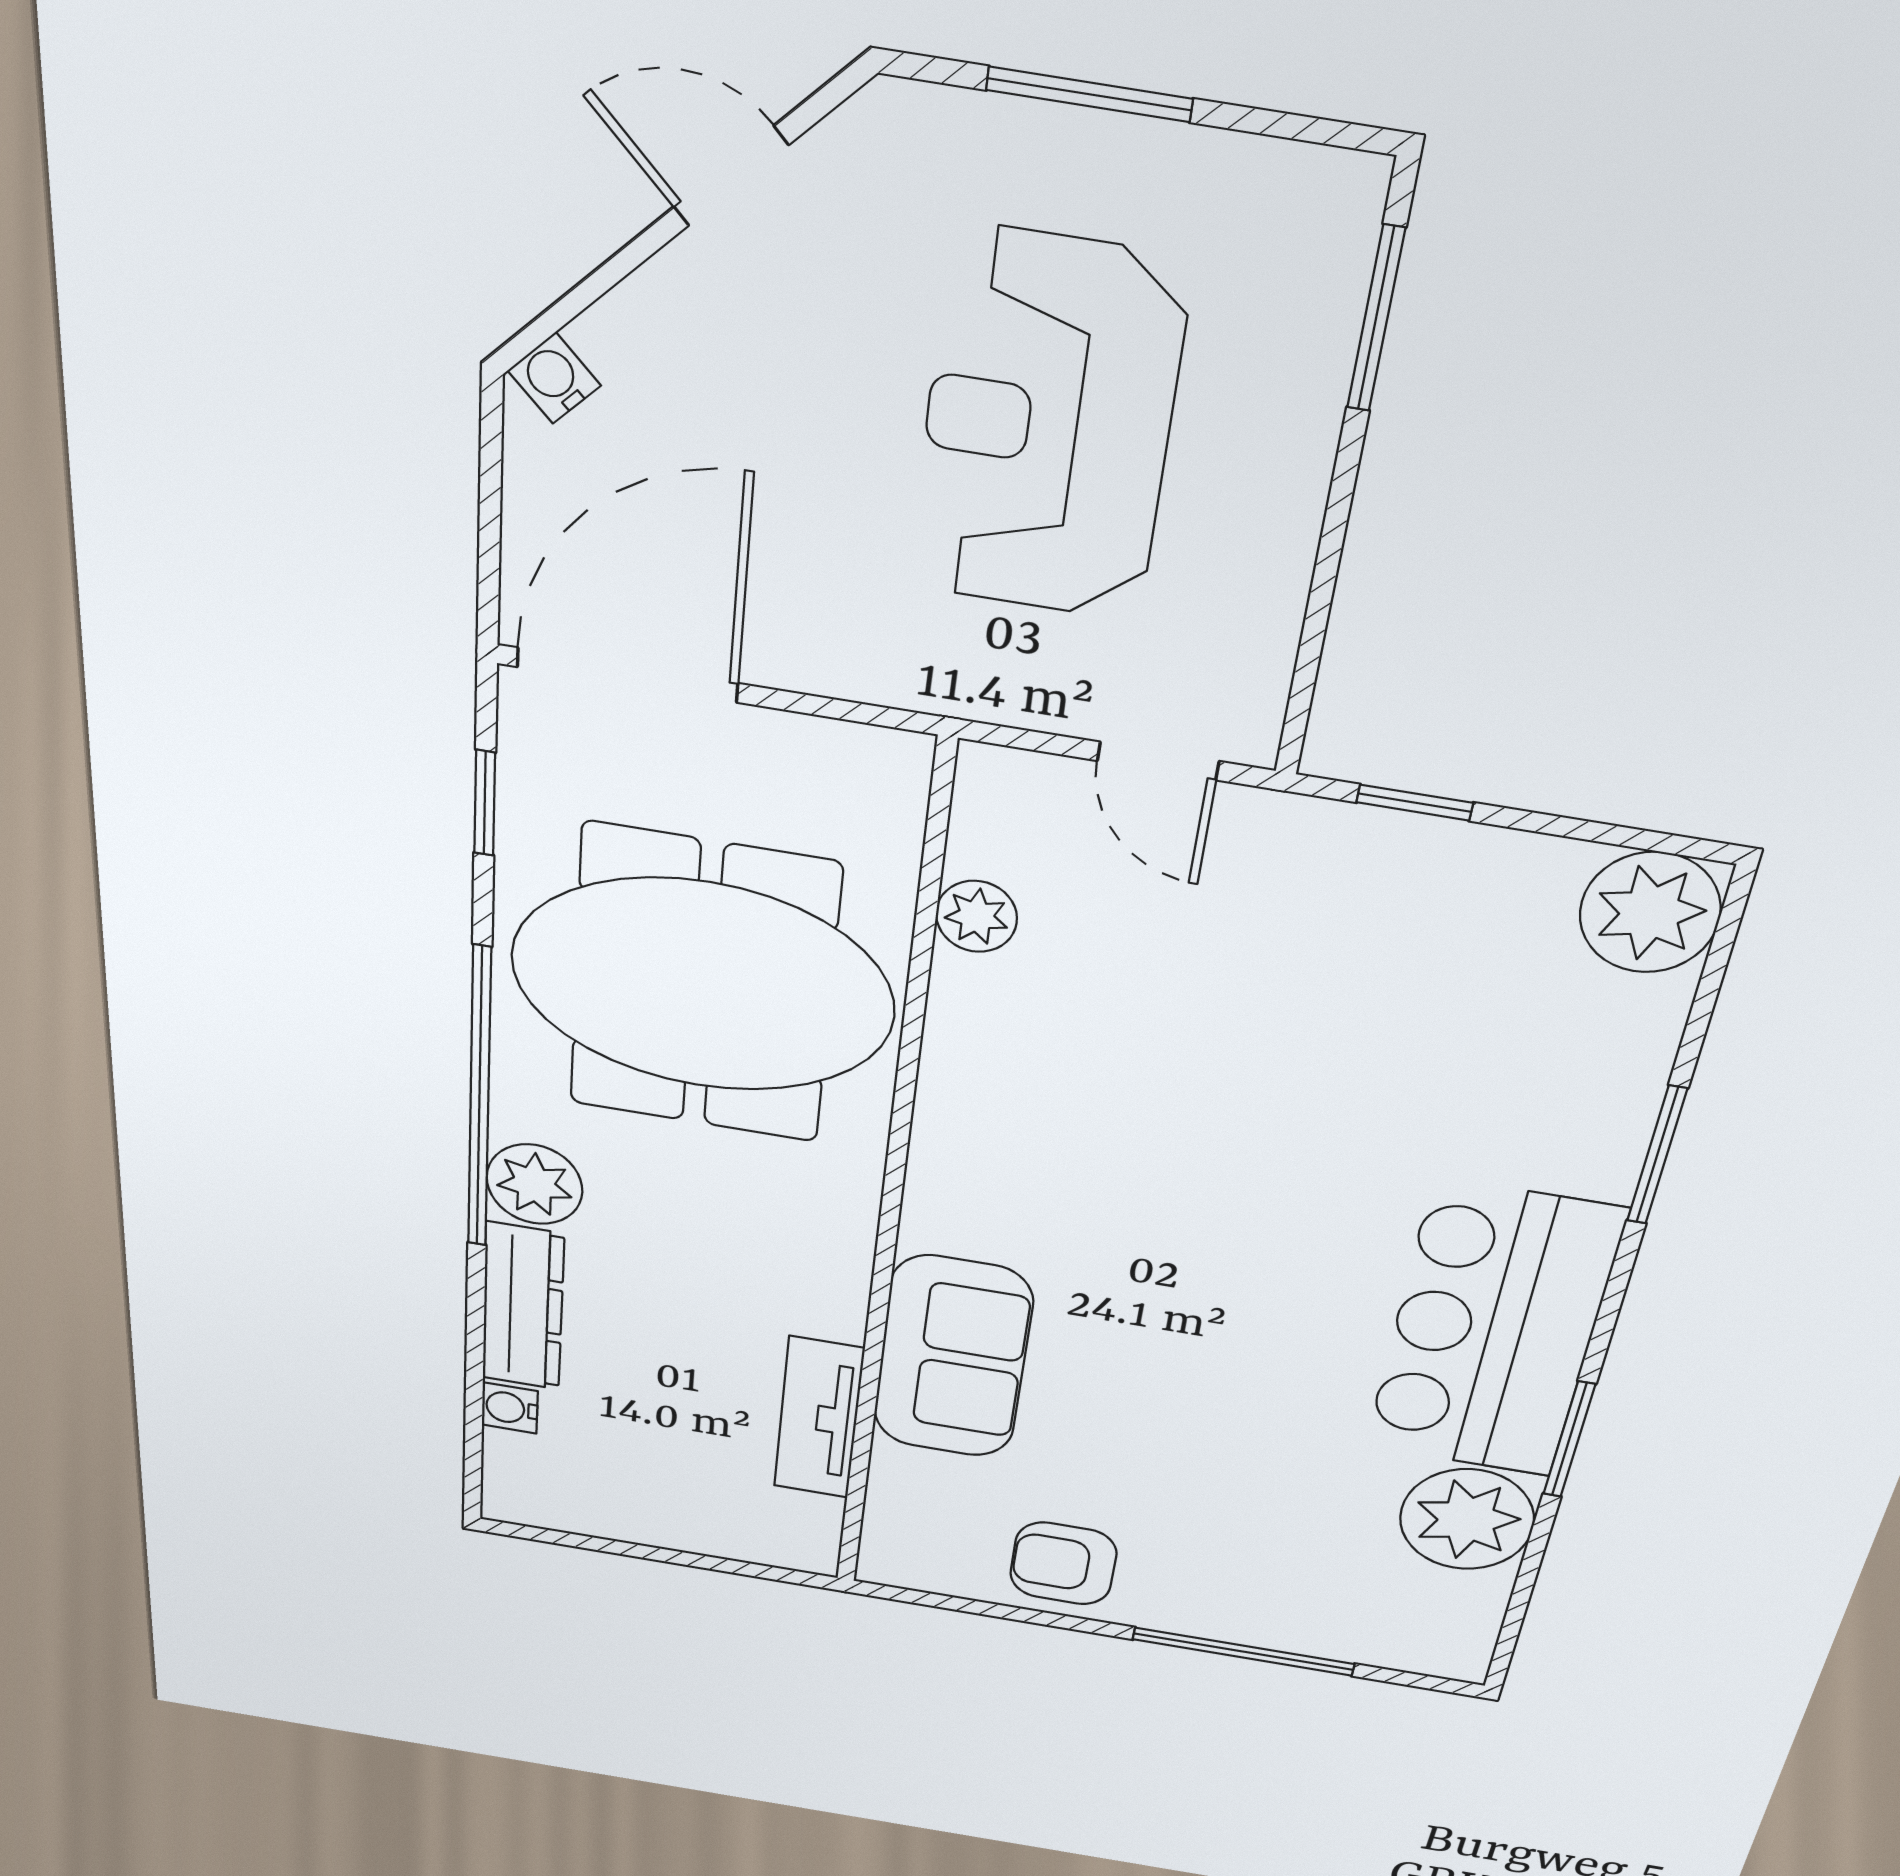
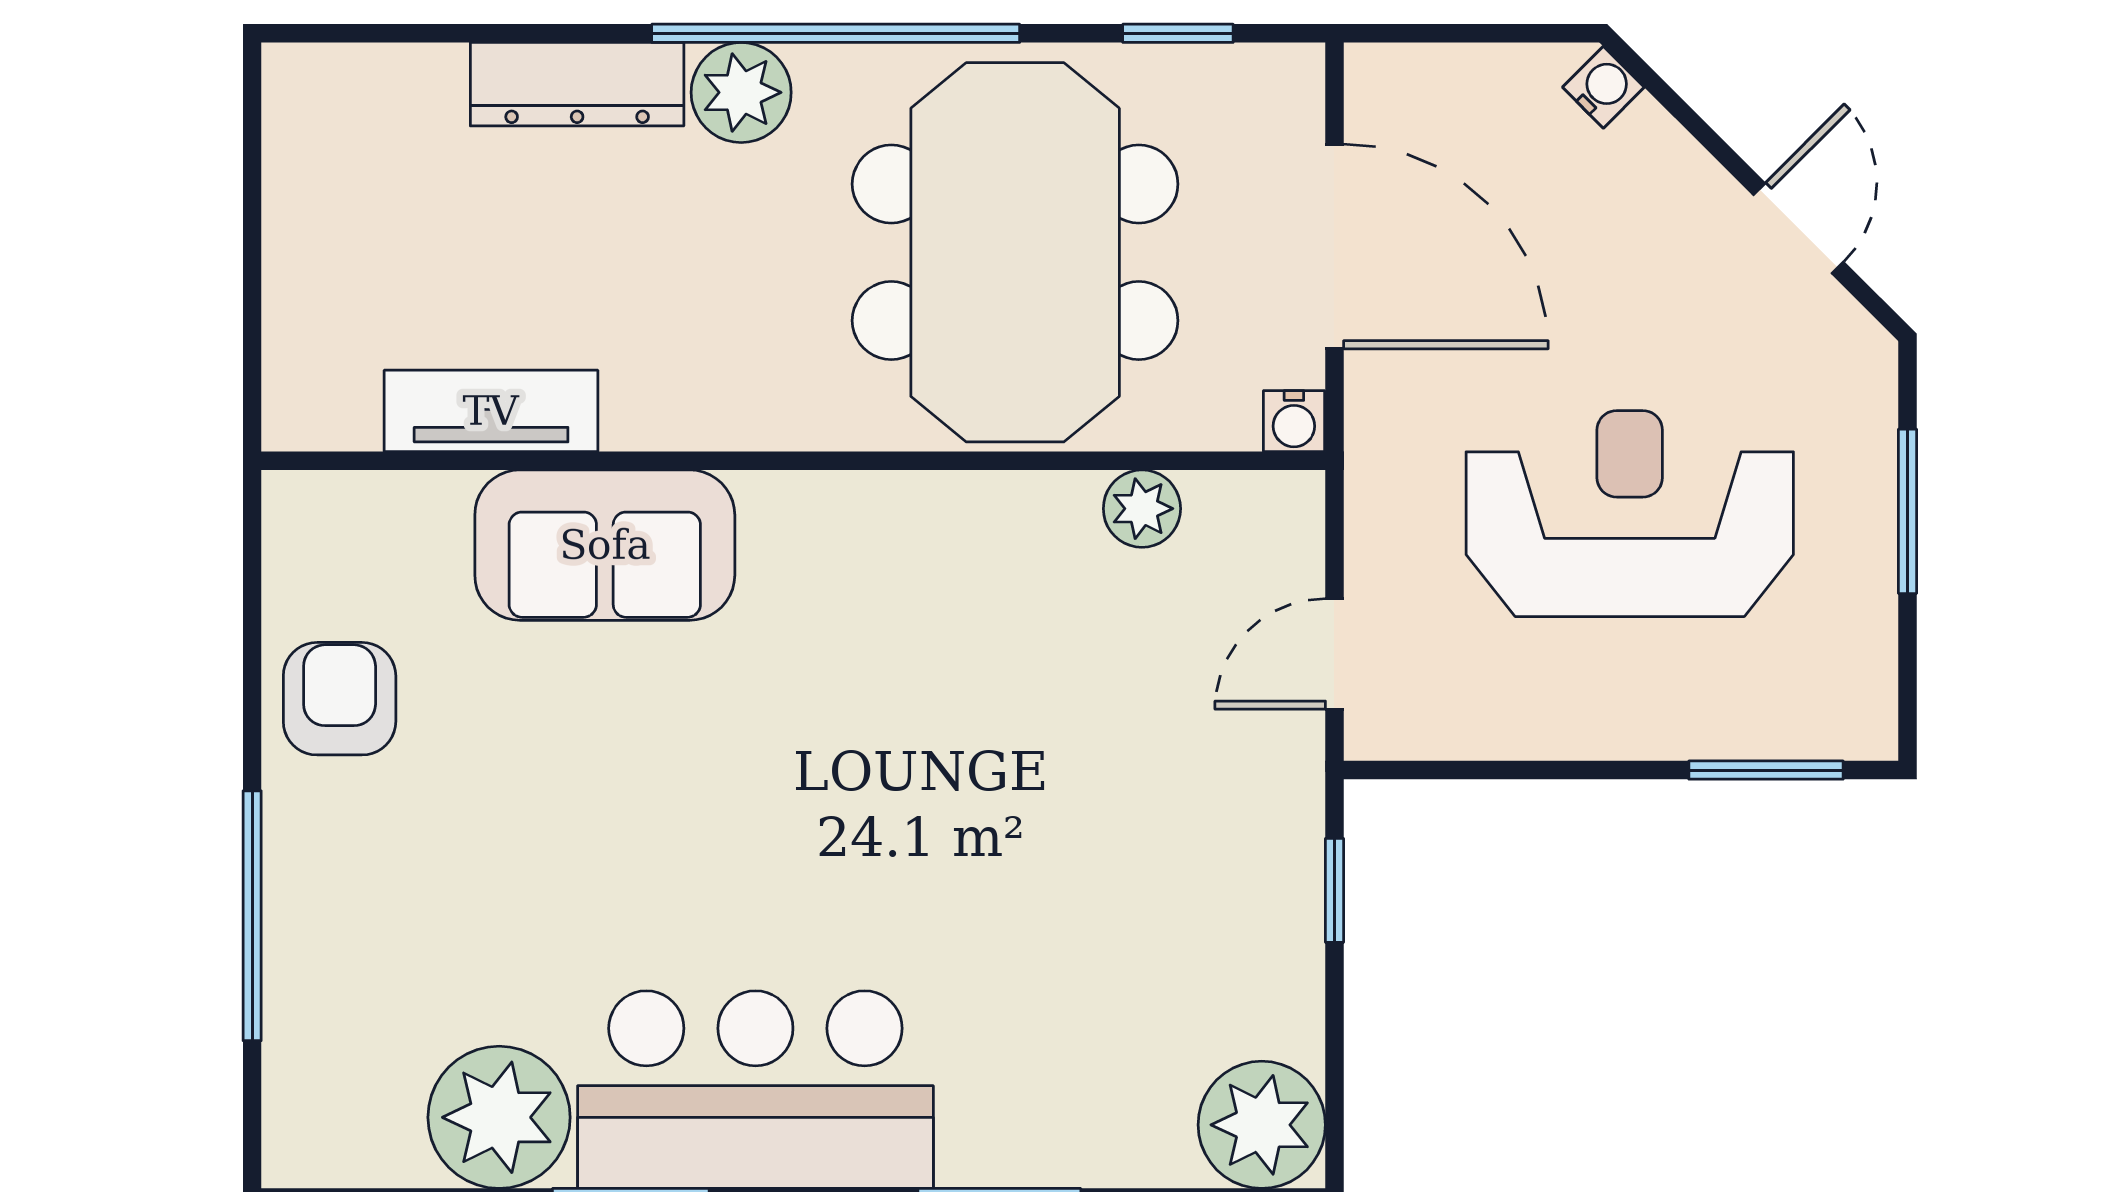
door: (627, 675) -> (1334, 247), moved
water cooler: (510, 1408) -> (1294, 421), moved, turned 180

